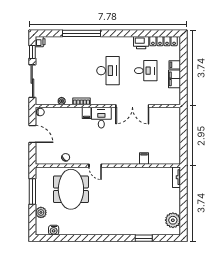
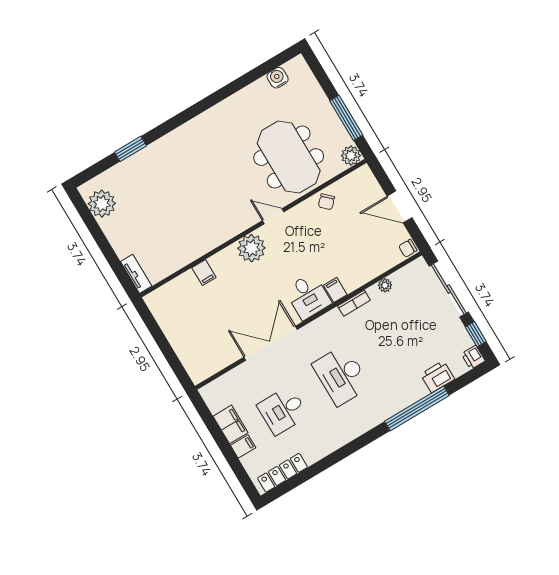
printer: (141, 43) -> (438, 377), moved
plant: (114, 157) -> (251, 248), added
plant: (41, 212) -> (351, 156), moved

